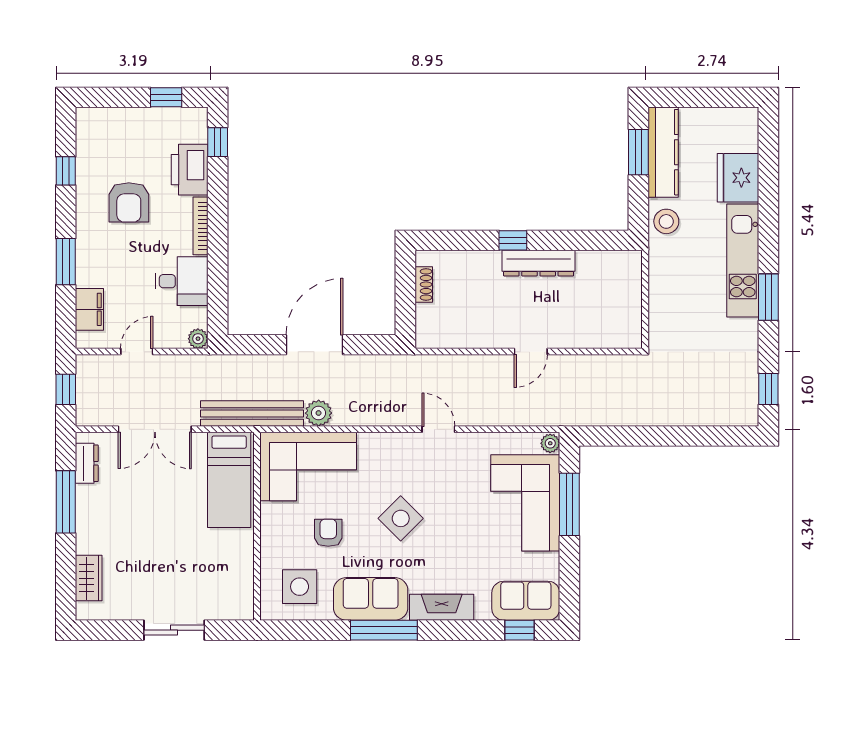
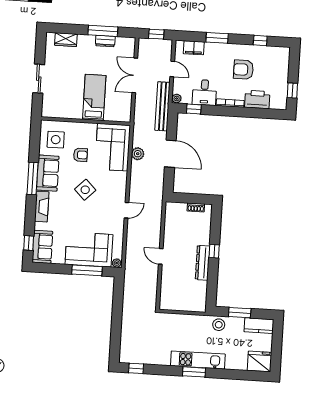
window: (218, 142) -> (194, 109), moved
window: (638, 152) -> (240, 313), moved
kitchen counter: (663, 152) -> (259, 326), width x0.67
fridge: (738, 178) -> (259, 361), moved
window: (768, 297) -> (194, 372), moved
bench: (252, 413) -> (162, 106), moved
dresser: (87, 463) -> (105, 41), moved
bed: (229, 480) -> (94, 97), moved, turned 90

